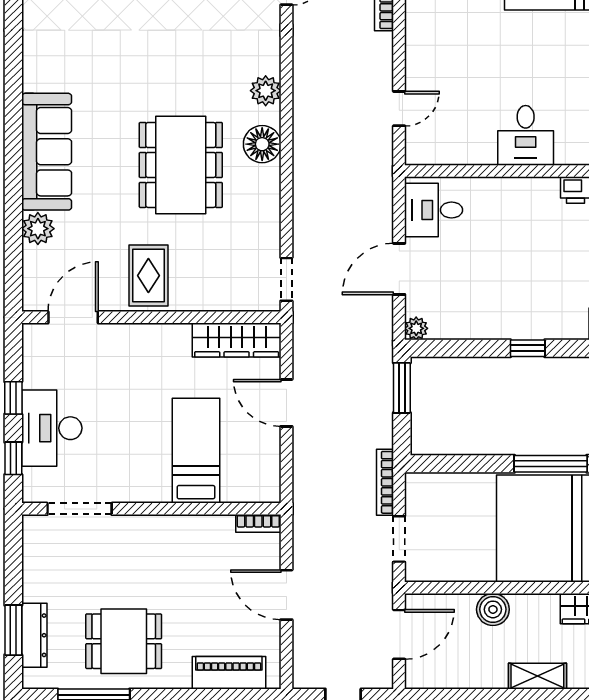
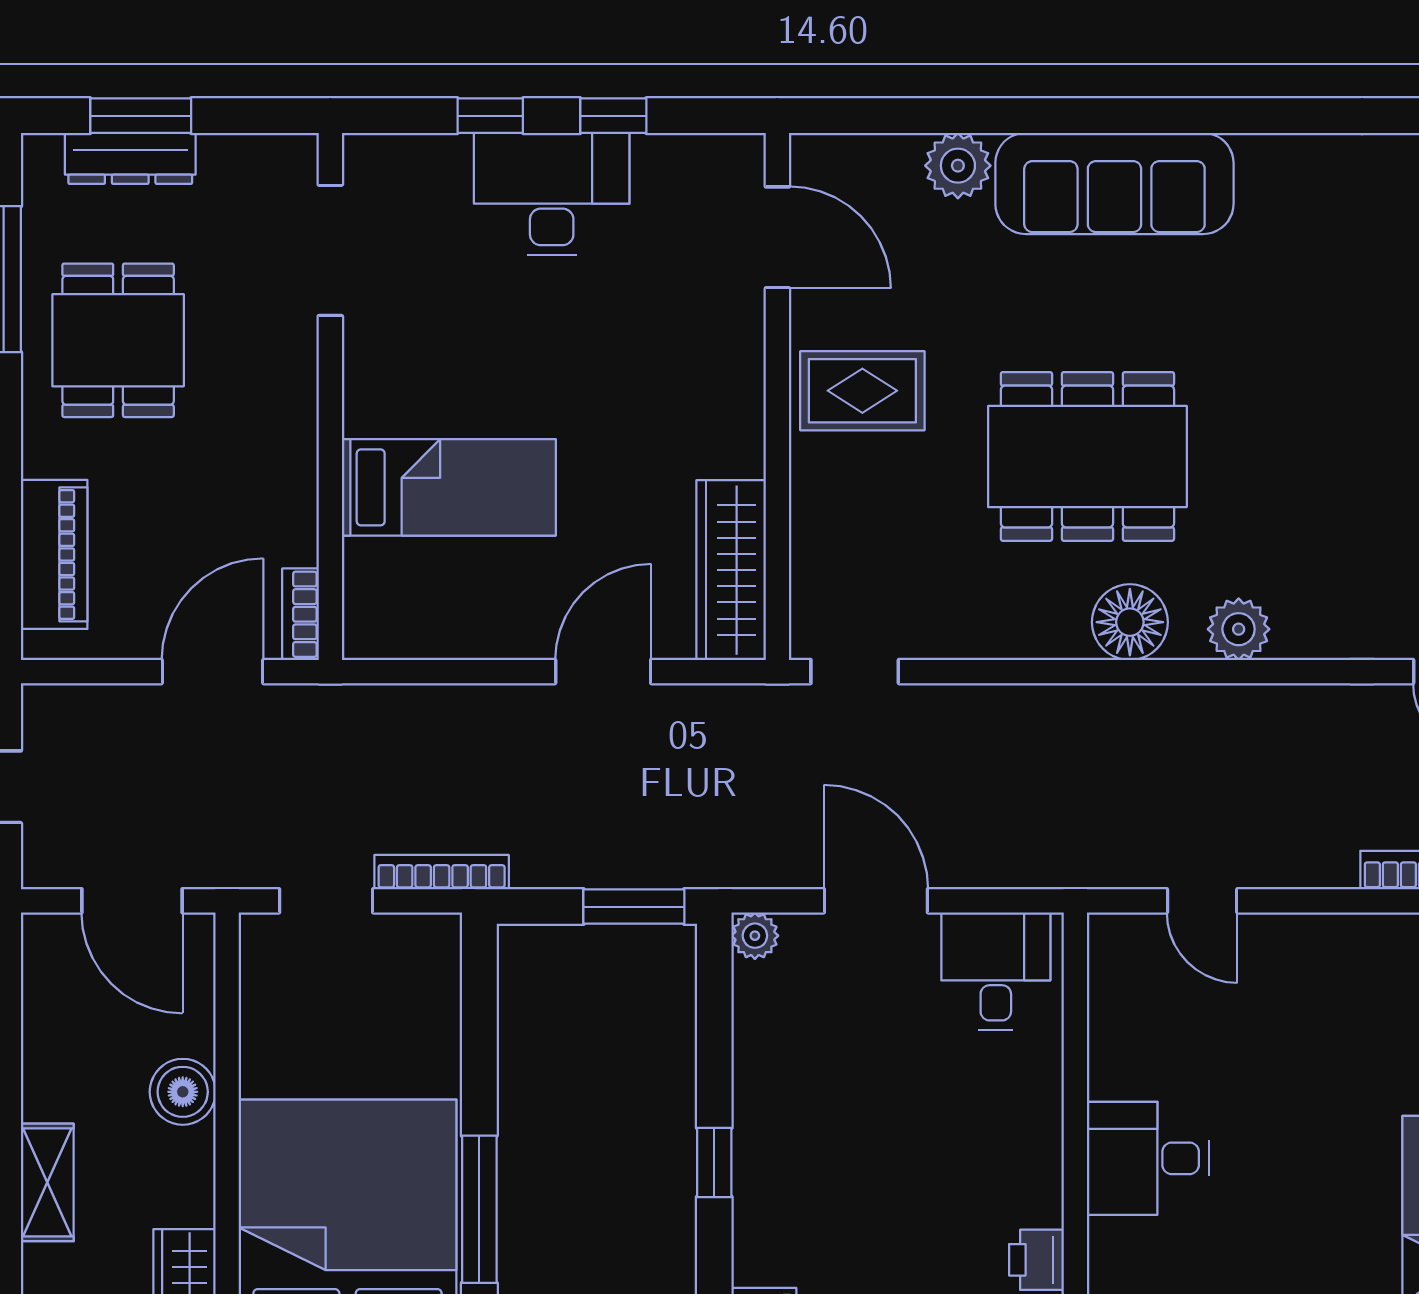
bed: (196, 451) -> (449, 487), moved
doorway: (80, 509) -> (330, 250), moved
wall: (151, 509) -> (330, 396), moved
bookcase: (258, 523) -> (301, 614), moved

